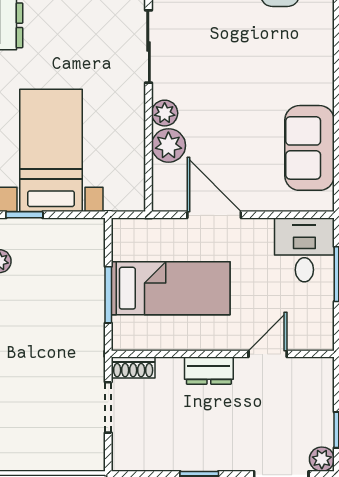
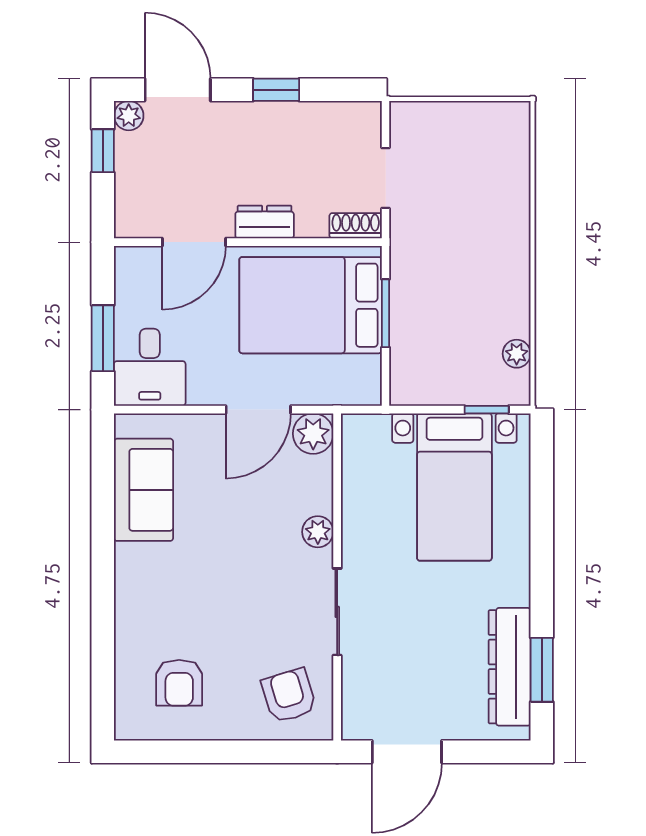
plant: (168, 145) -> (313, 434), moved
door: (214, 215) -> (258, 410), hinge flipped
bed: (171, 288) -> (311, 305), width x1.50
door: (268, 354) -> (194, 242), width x1.38

